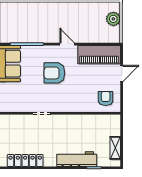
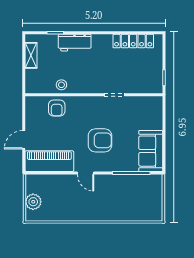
armchair: (106, 98) -> (57, 108), moved
stool: (88, 122) -> (61, 85), added
workbench: (77, 159) -> (75, 43), width x0.73

